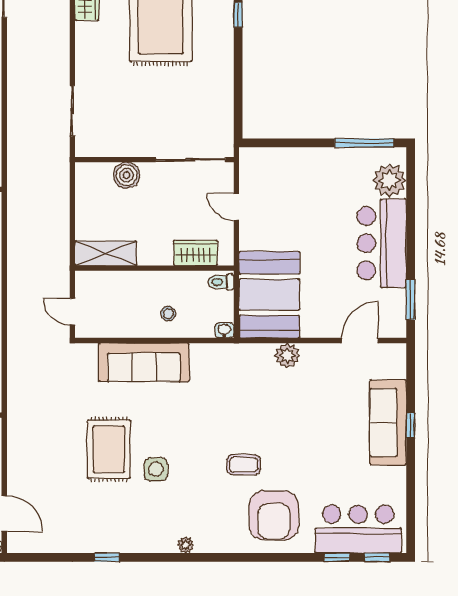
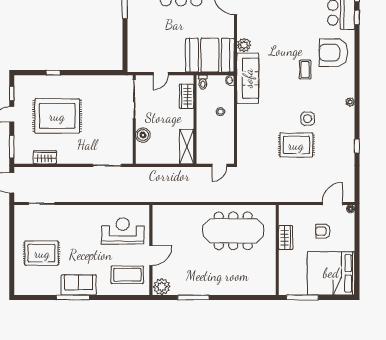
sofa: (144, 362) -> (248, 78), moved
armchair: (274, 515) -> (333, 53), turned 180

